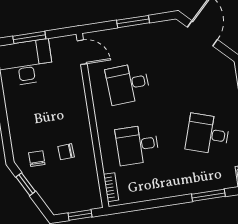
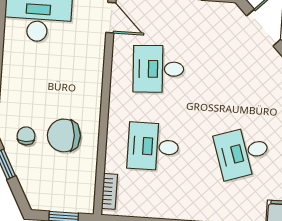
desk: (208, 134) -> (243, 153), turned -36
chair: (66, 152) -> (64, 135), width x1.87, depth x1.87

